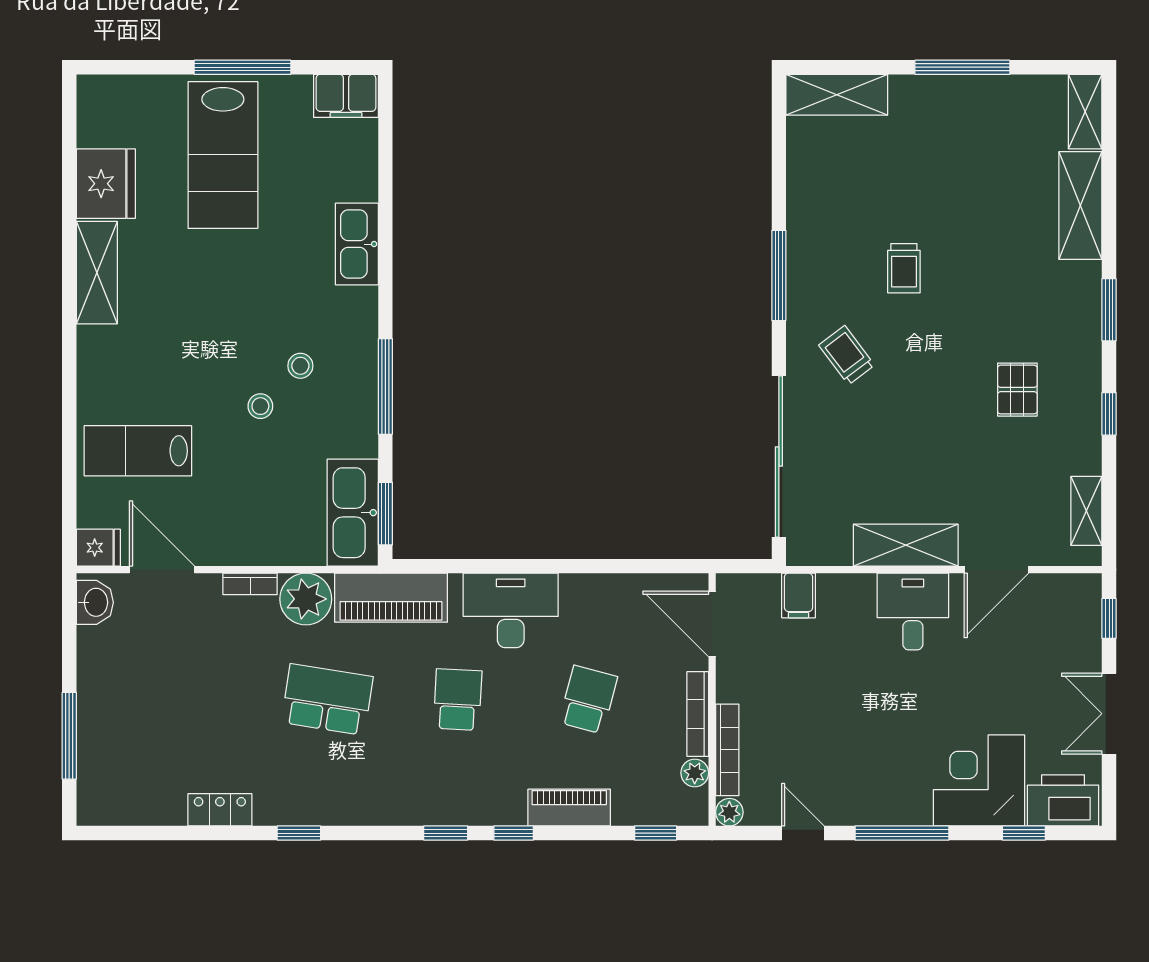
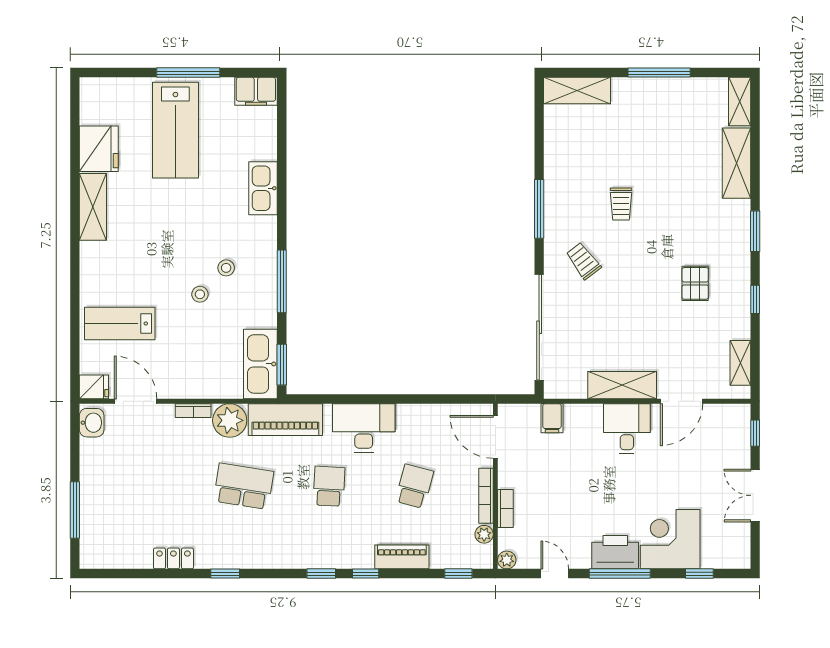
bookcase: (727, 750) -> (505, 508), width x0.64
printer: (1063, 800) -> (615, 552), moved

